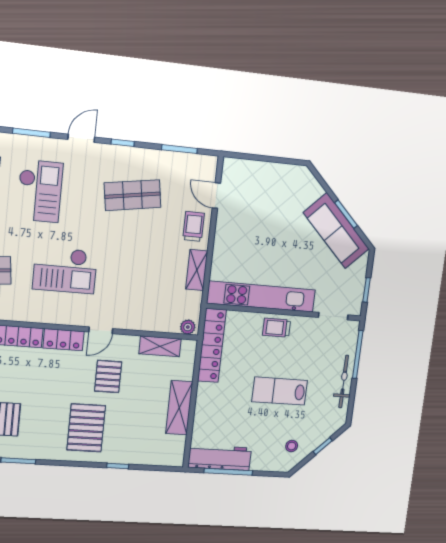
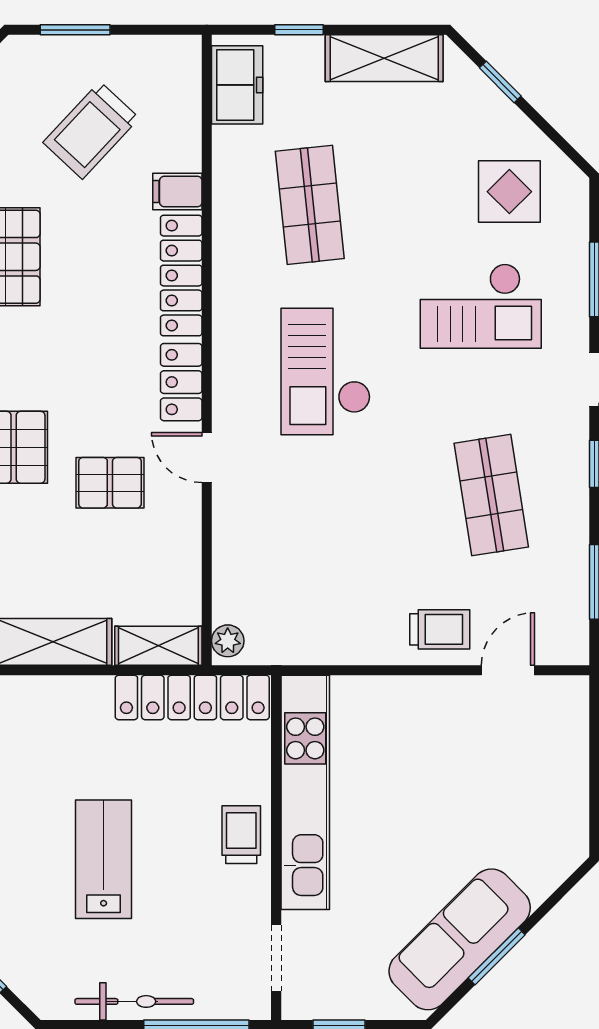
shelving: (197, 270) -> (350, 646), removed
shelving: (160, 346) -> (158, 646), moved, turned 90

